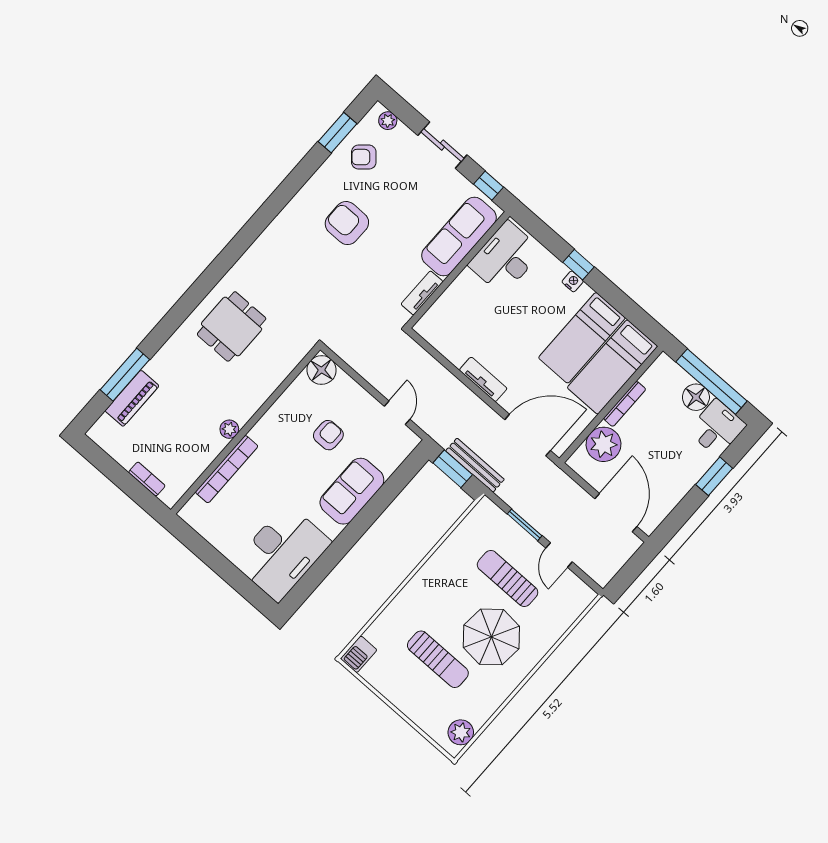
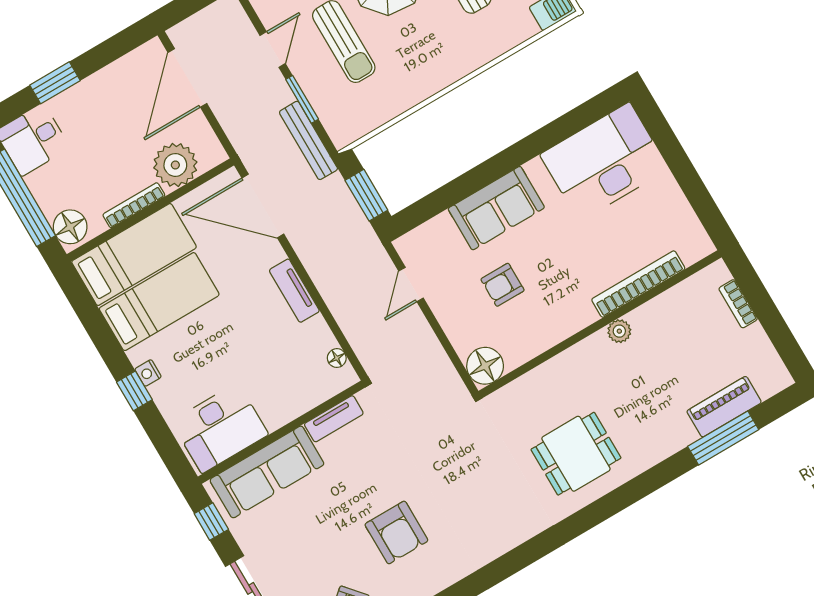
floor lamp: (435, 339) -> (337, 358), added
floor lamp: (696, 397) -> (70, 227), moved
bench: (475, 465) -> (308, 140), moved

